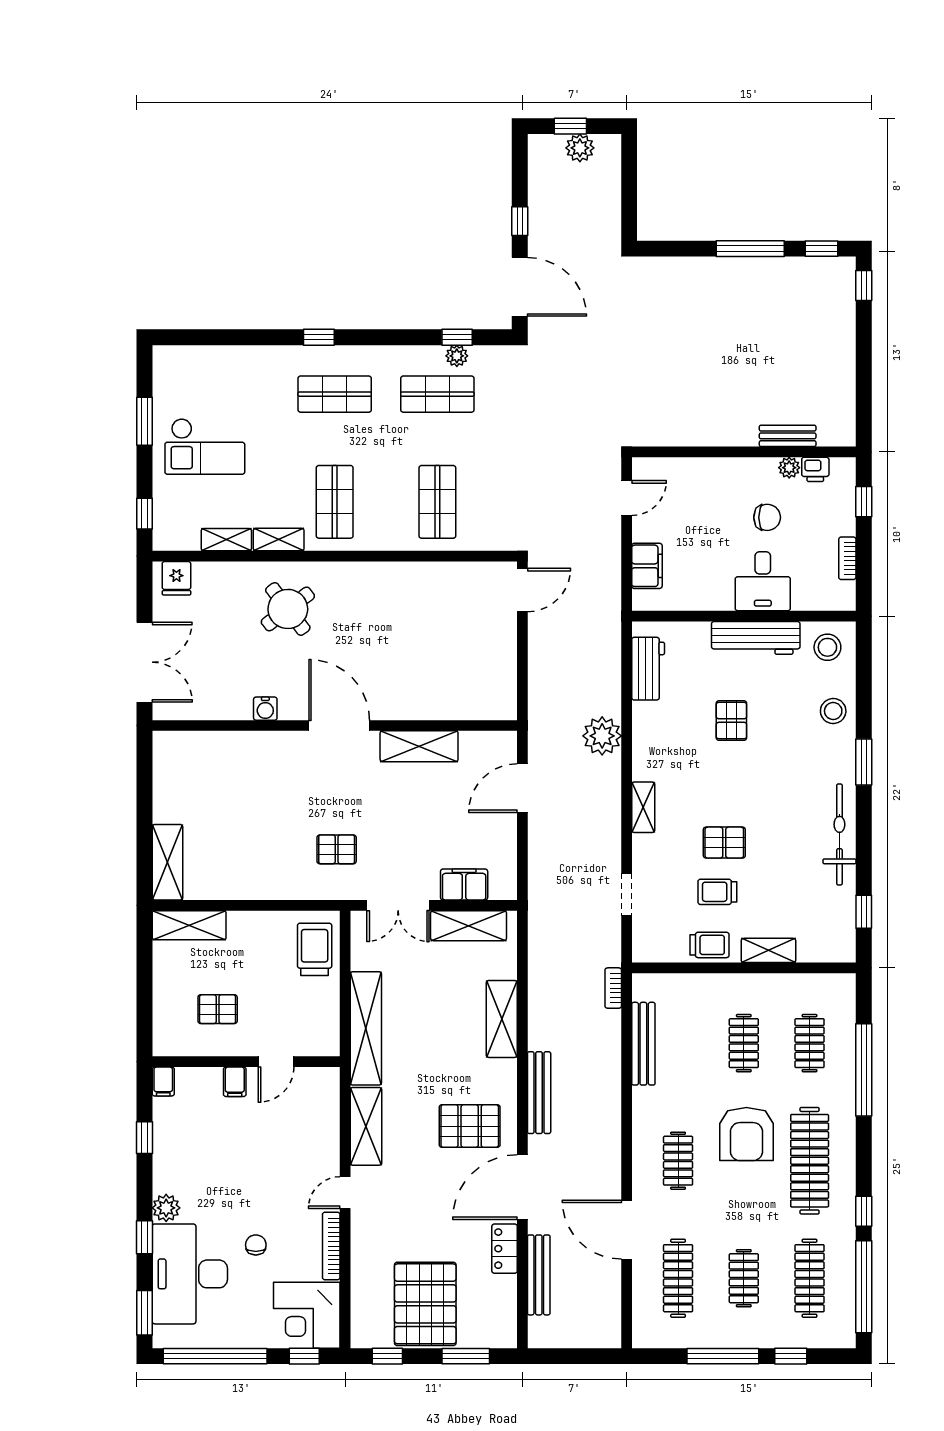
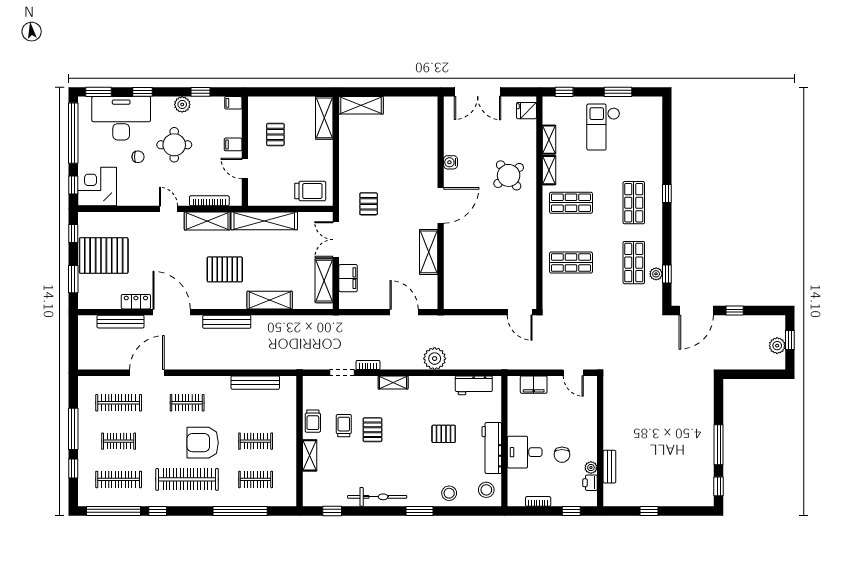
window: (864, 285) -> (649, 511), moved
bookcase: (613, 988) -> (368, 365), moved
pallet: (470, 1126) -> (225, 269), moved, turned 90
round table: (235, 1183) -> (174, 145), added
plant: (166, 1208) -> (182, 104), moved
bookcase: (331, 1246) -> (209, 201), moved

